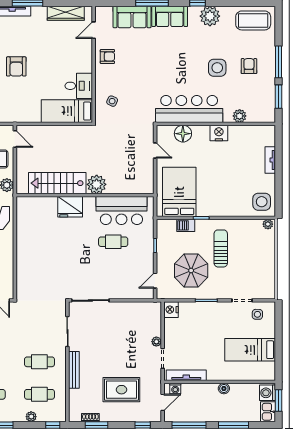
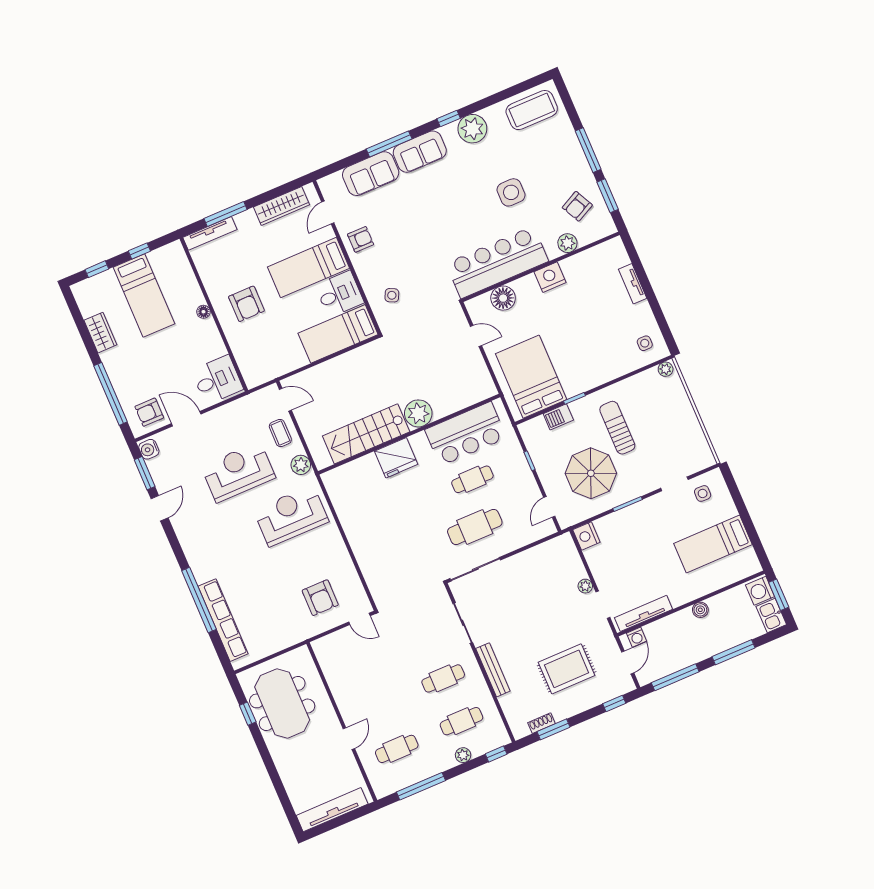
bed: (66, 60) -> (309, 268), added
armchair: (249, 66) -> (577, 206), moved, turned -117
side table: (262, 202) -> (645, 343), width x0.54, depth x0.54
cafe table: (102, 273) -> (475, 527), added

